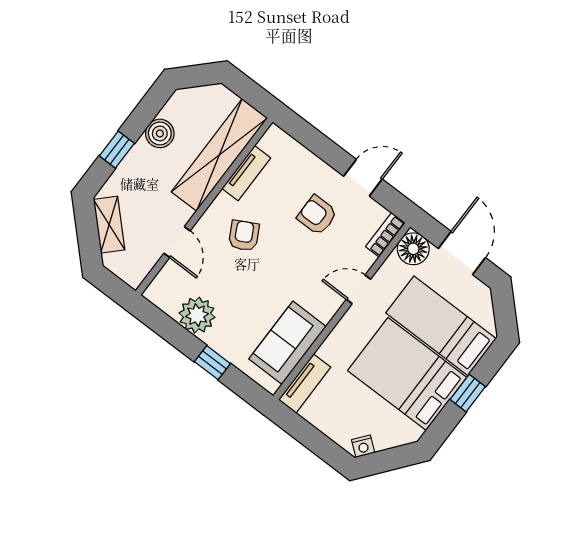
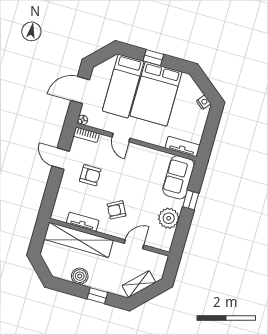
armchair: (317, 215) -> (90, 175), turned -90
floor lamp: (413, 249) -> (83, 120), width x0.53, depth x0.53
sofa: (287, 343) -> (179, 177), moved, turned 90

